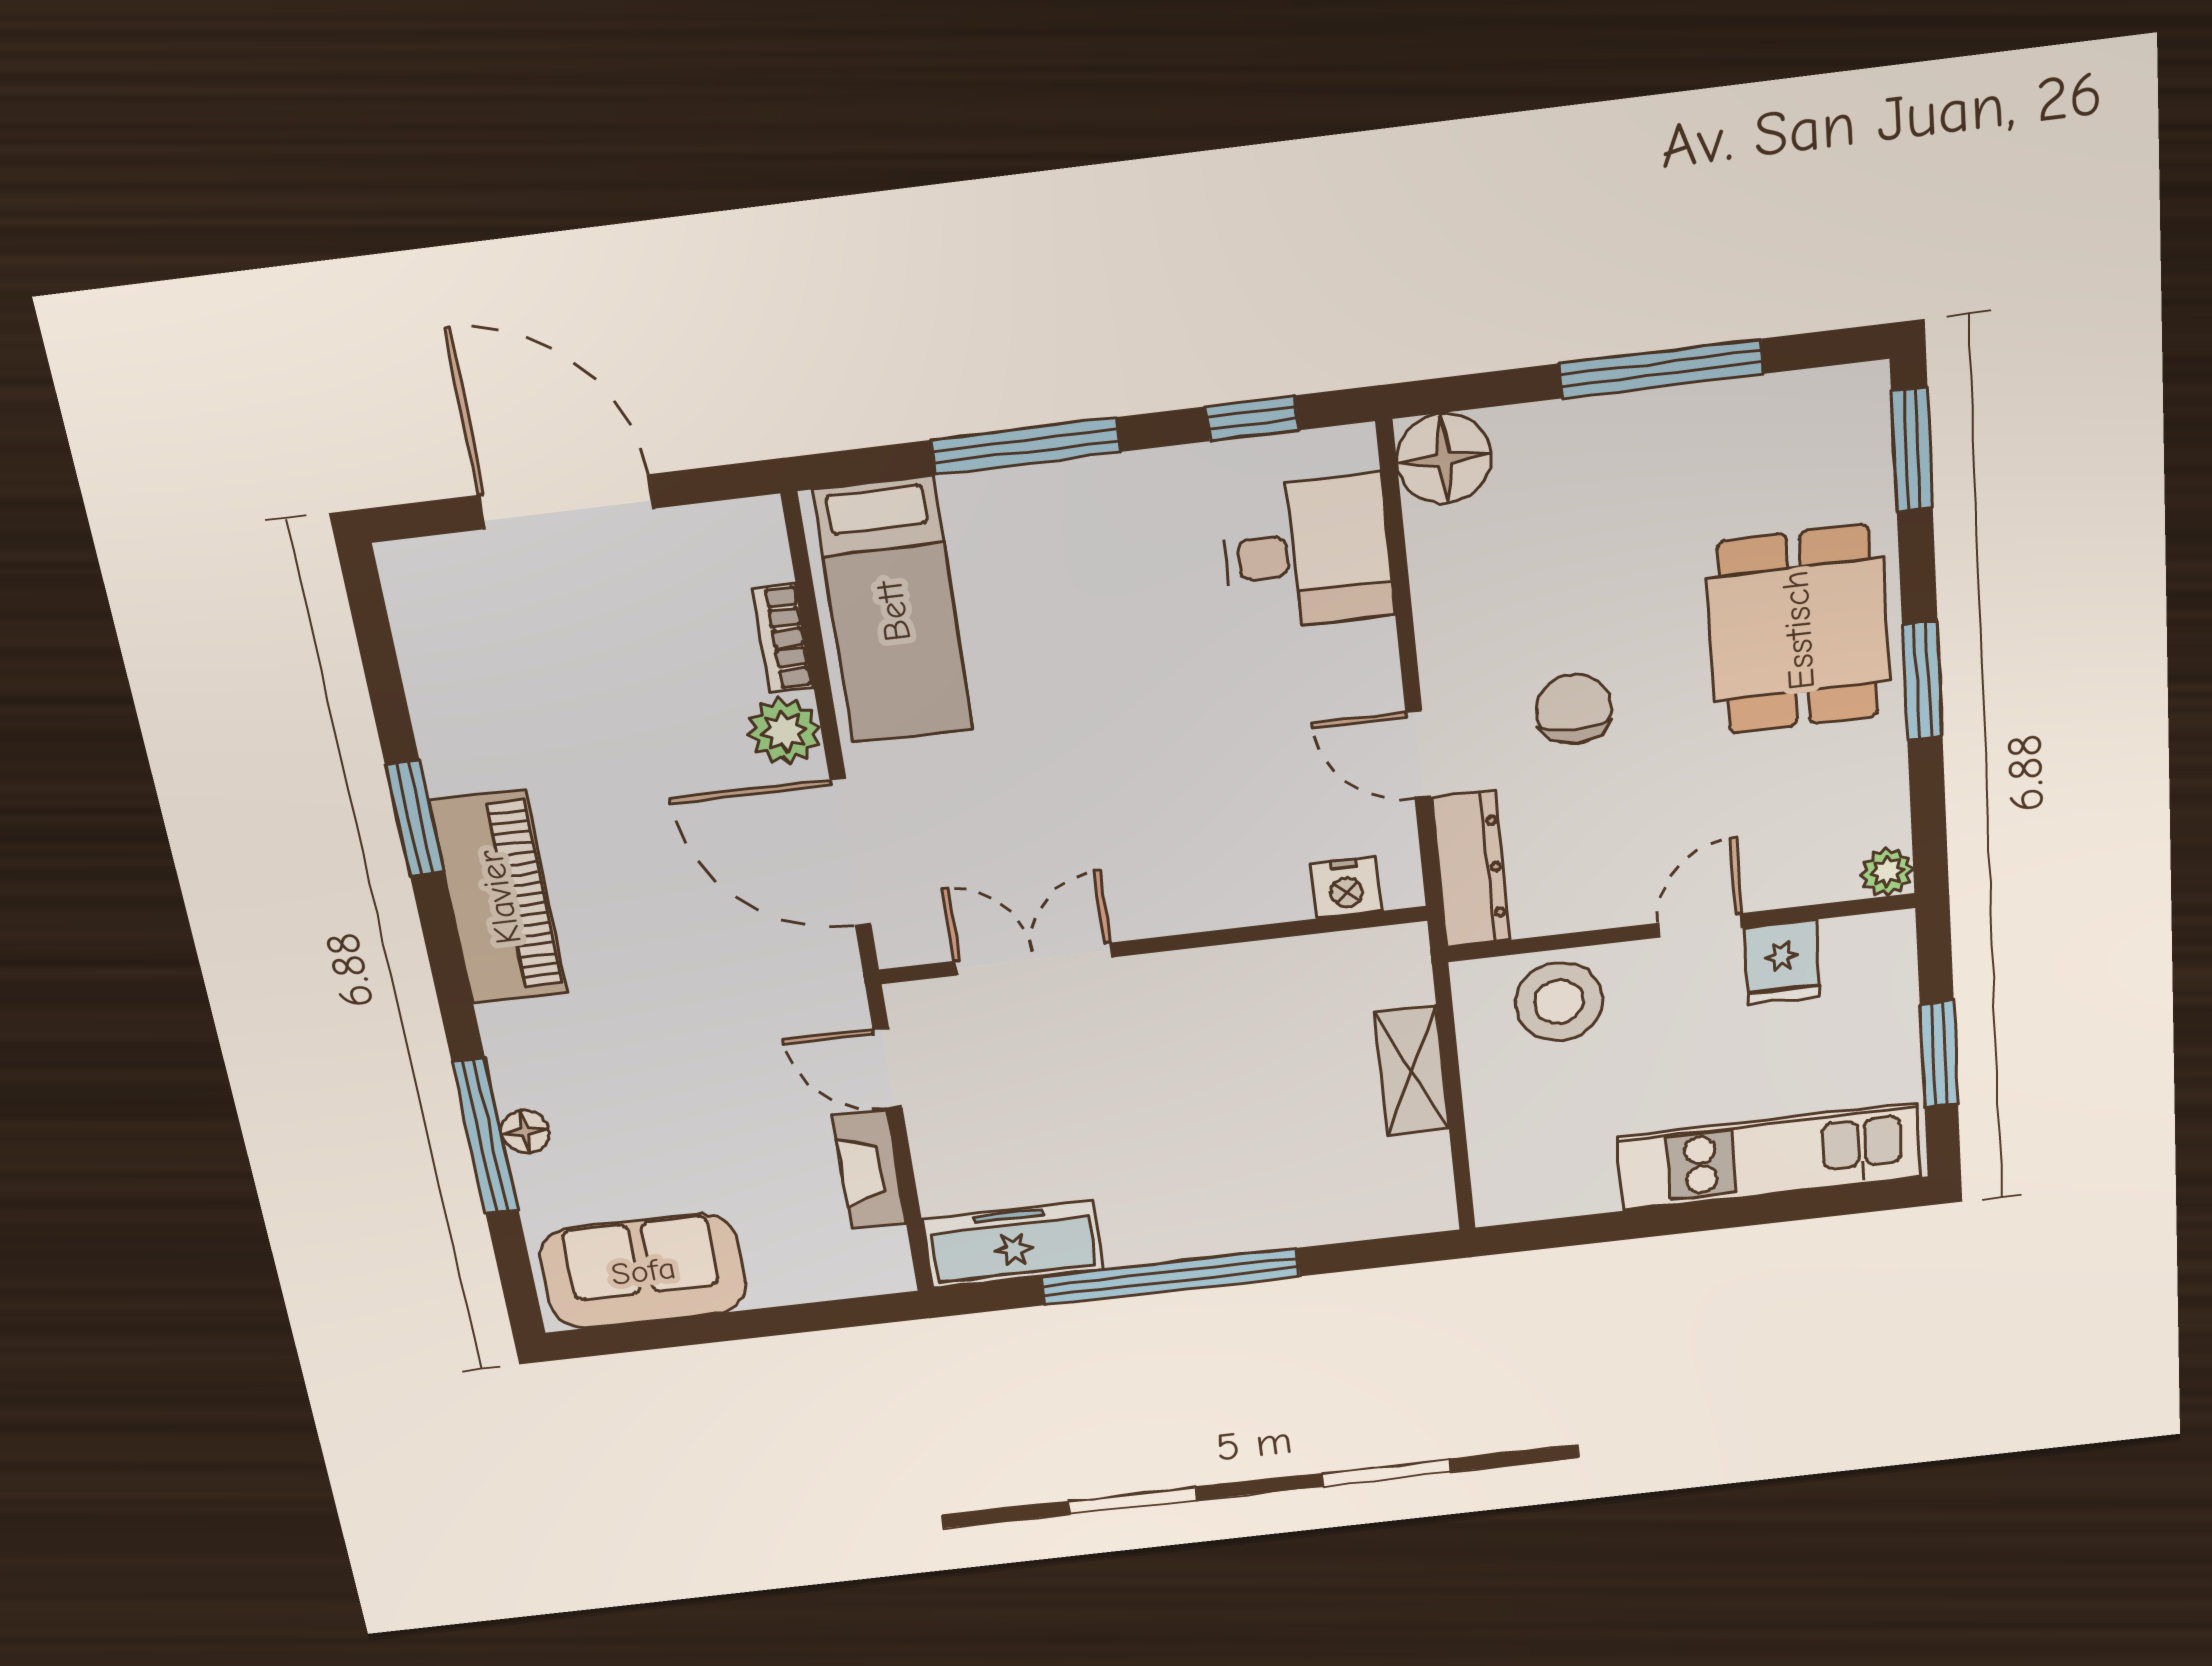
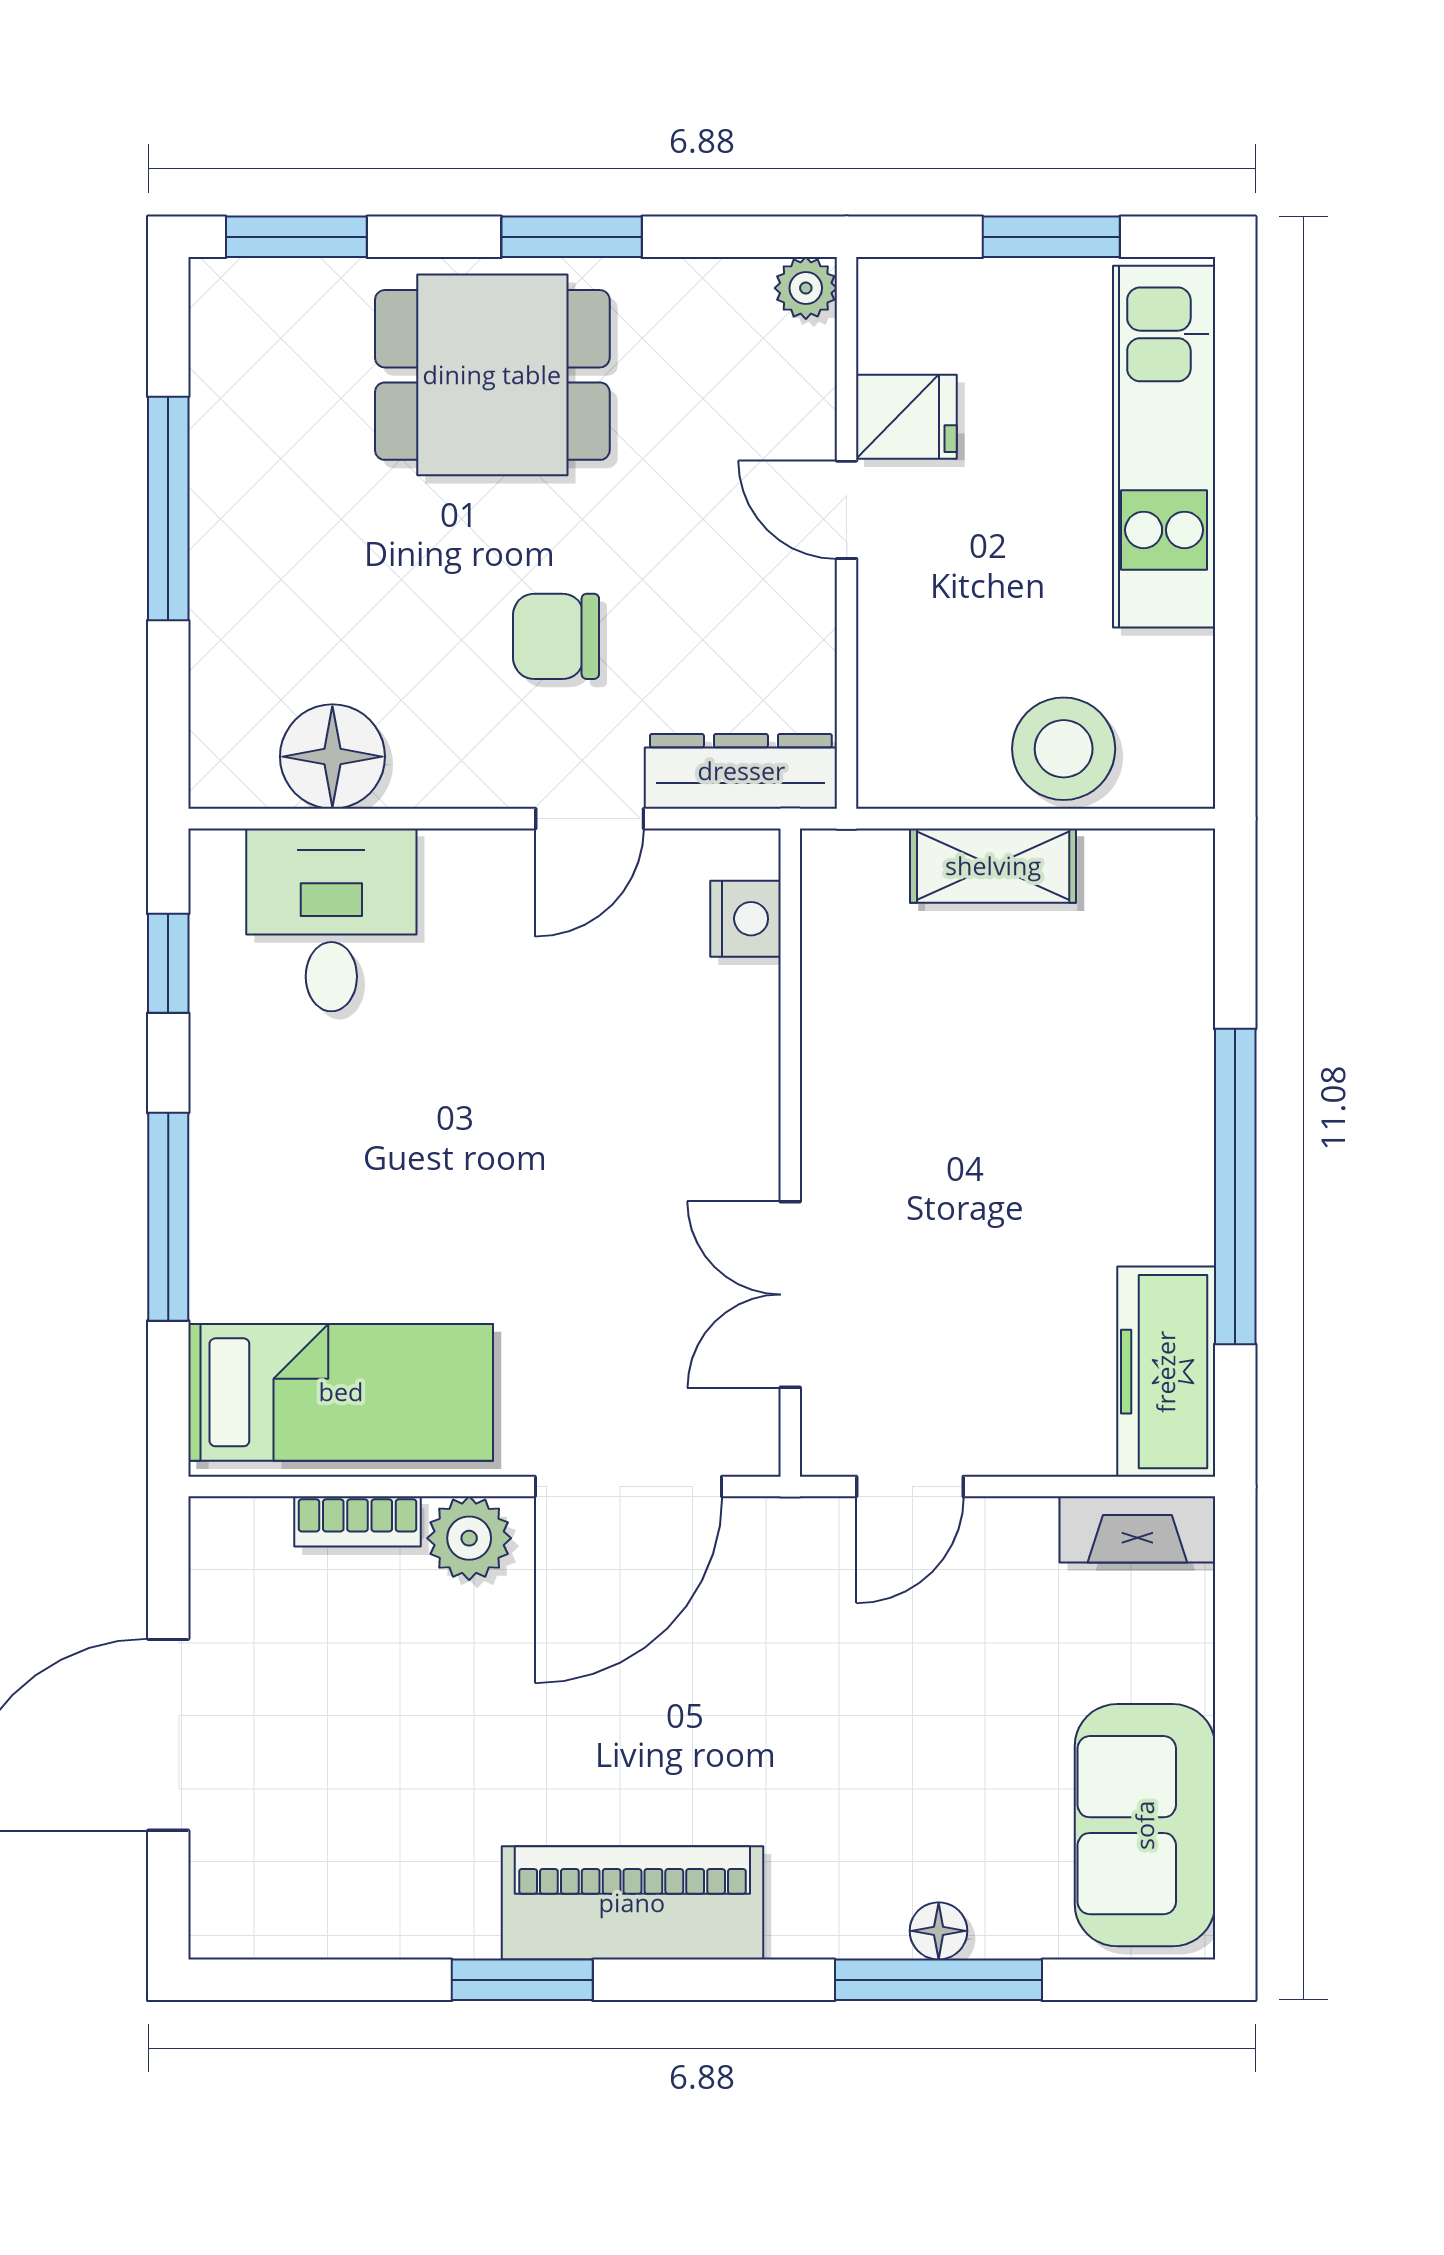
floor lamp: (1444, 458) -> (332, 757), moved
stool: (1559, 1002) -> (1064, 749), moved
fireplace: (869, 1170) -> (1137, 1529), moved

